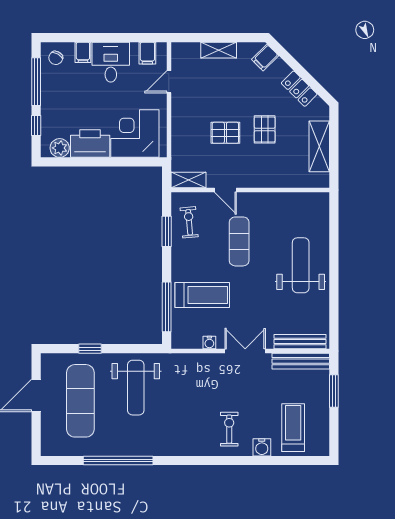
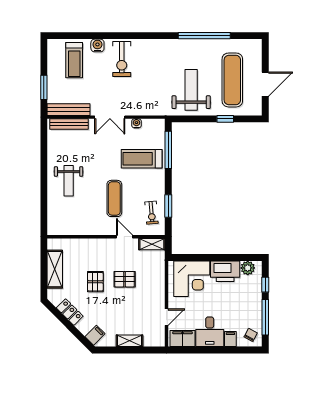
filing cabinet: (147, 53) -> (182, 338), width x2.00
weight bench: (301, 265) -> (69, 181), width x0.73, depth x0.75
exercise bike: (229, 429) -> (122, 59), width x1.38, depth x1.39

